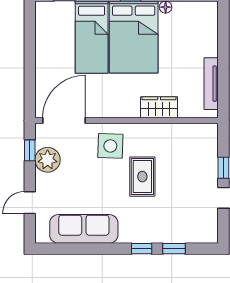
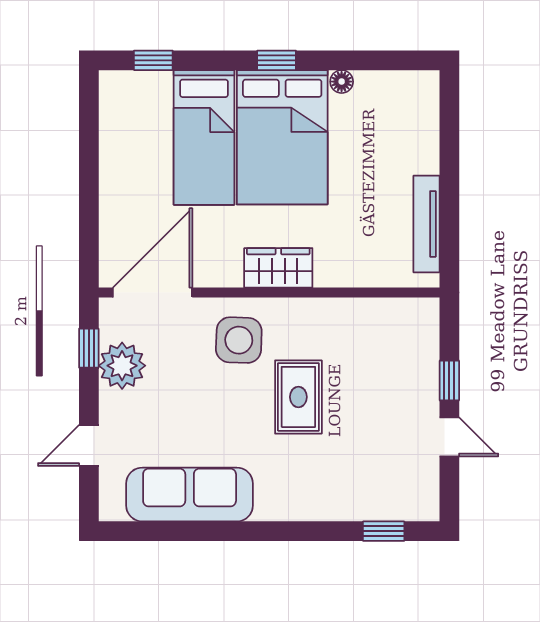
wardrobe: (159, 107) -> (278, 268), moved
window: (142, 249) -> (297, 531), removed
window: (174, 249) -> (384, 531), moved

